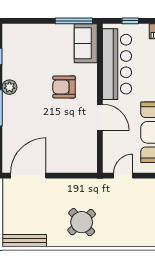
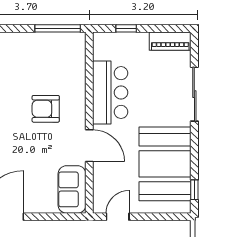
sofa: (86, 43) -> (72, 189), moved
bar counter: (117, 64) -> (110, 93), width x0.73

